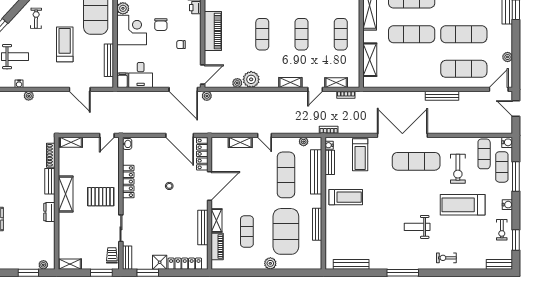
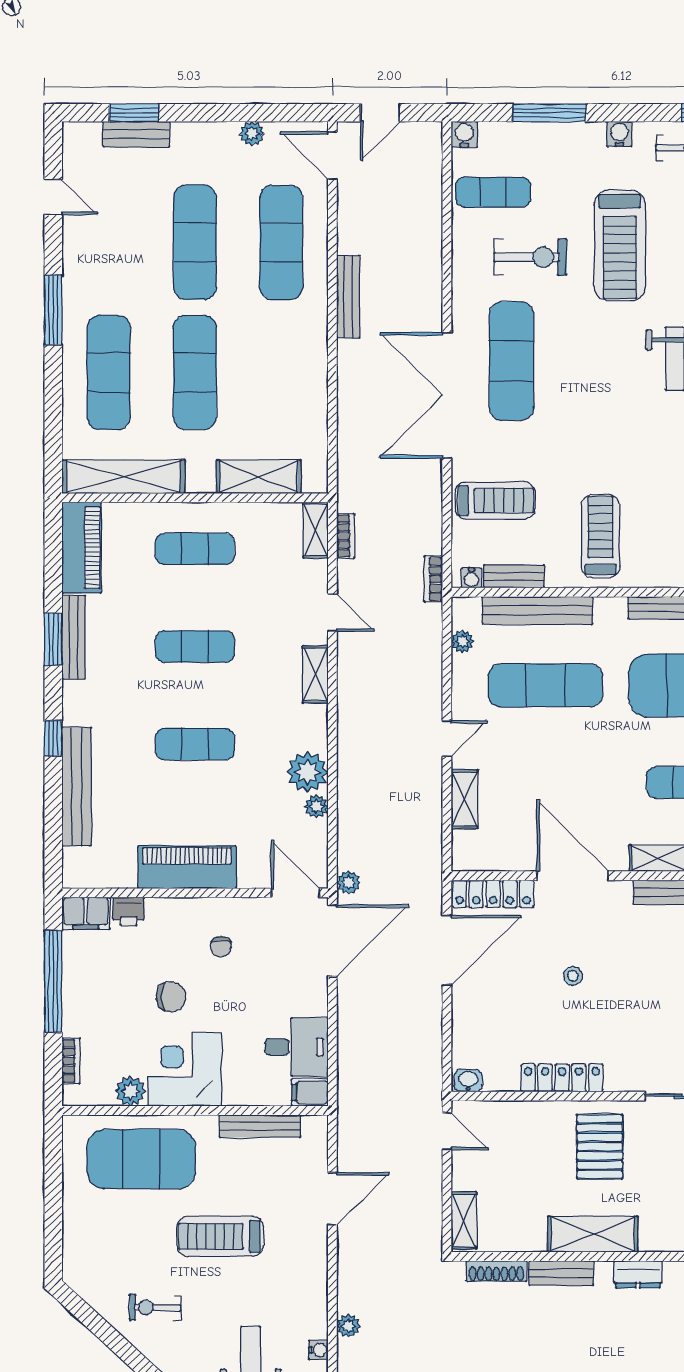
shelving: (336, 83) -> (316, 530), moved
exercise mat: (502, 167) -> (525, 148), removed

